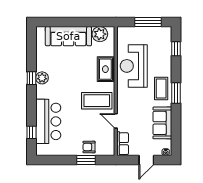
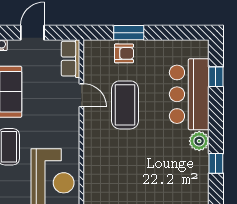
rug: (105, 69) -> (98, 178), removed
plant: (42, 78) -> (199, 141), moved
coffee table: (97, 101) -> (125, 105), moved, turned 90

